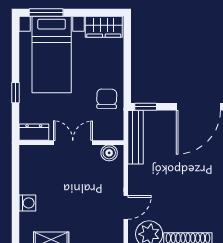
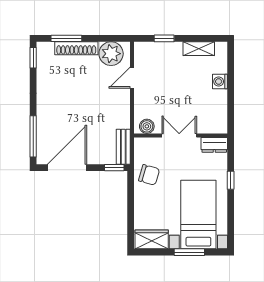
window: (46, 12) -> (189, 252), moved
chair: (107, 99) -> (149, 175), turned -75
bench: (135, 137) -> (123, 147), width x0.73
double door: (73, 143) -> (179, 136), swing flipped

